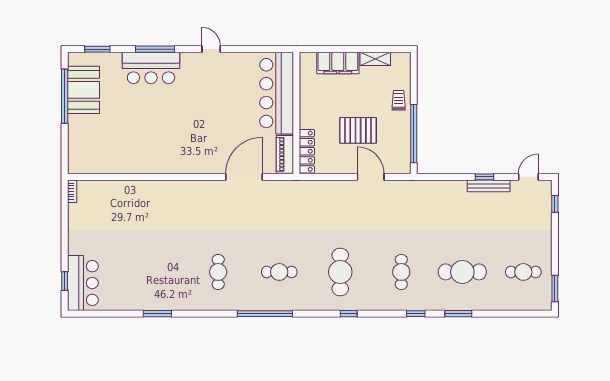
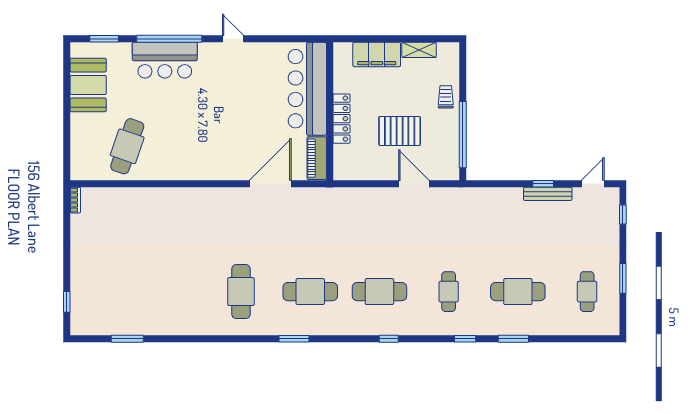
window: (155, 49) -> (169, 39), width x1.46
window: (65, 96) -> (67, 92), removed
cafe table: (118, 144) -> (127, 146), added
locker: (307, 151) -> (341, 119), moved
cafe table: (218, 272) -> (241, 292), width x1.37, depth x1.35
cafe table: (279, 272) -> (310, 292), width x1.37, depth x1.35
cafe table: (340, 272) -> (379, 292), turned 90
cafe table: (523, 272) -> (587, 292), turned 90
bar counter: (83, 283) -> (87, 304), removed
window: (555, 289) -> (623, 278), moved
window: (157, 314) -> (127, 339), moved
window: (265, 314) -> (294, 339), width x0.47

